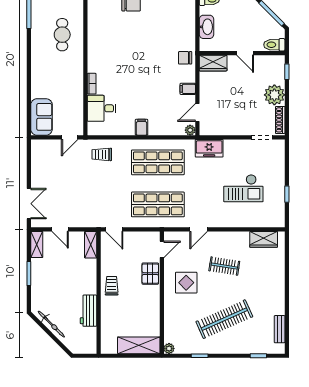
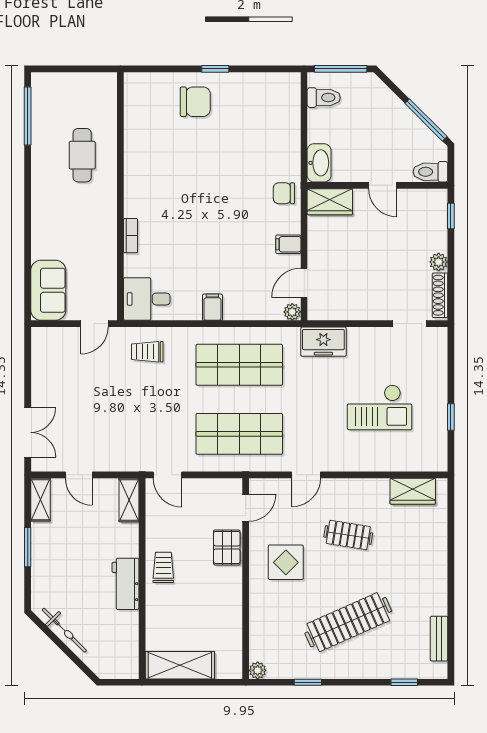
washbasin: (206, 27) -> (319, 163), moved
plant: (274, 95) -> (439, 262), width x0.53, depth x0.53
desk: (102, 108) -> (147, 299), moved
workbench: (89, 311) -> (125, 584), moved
shelving: (139, 345) -> (180, 665), moved

